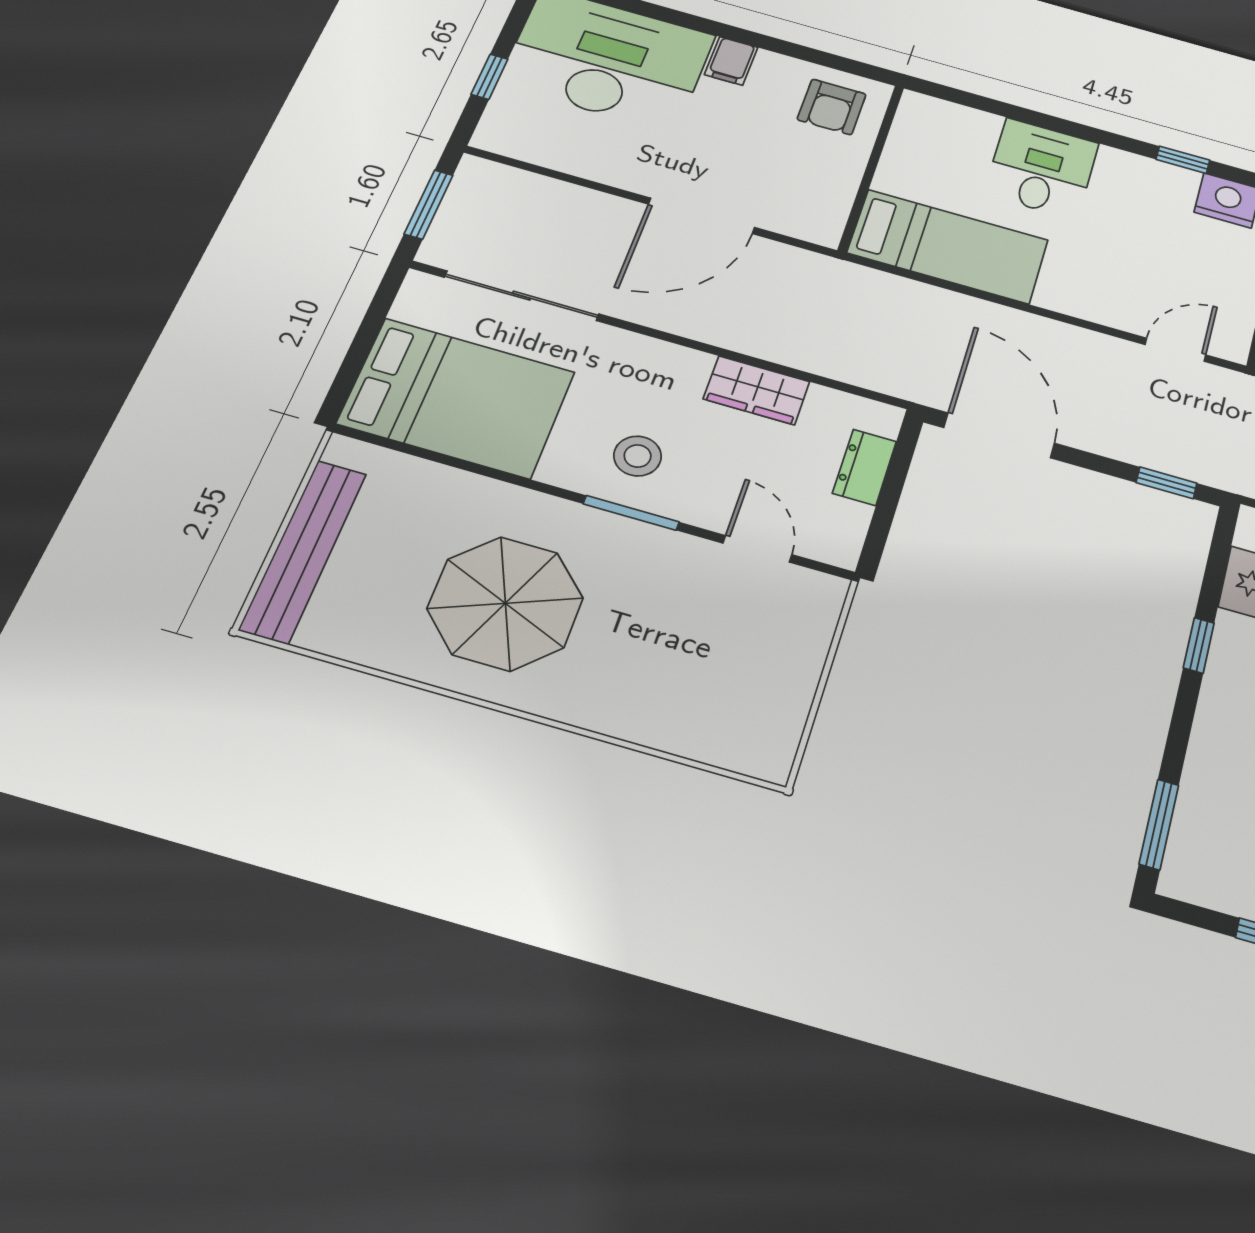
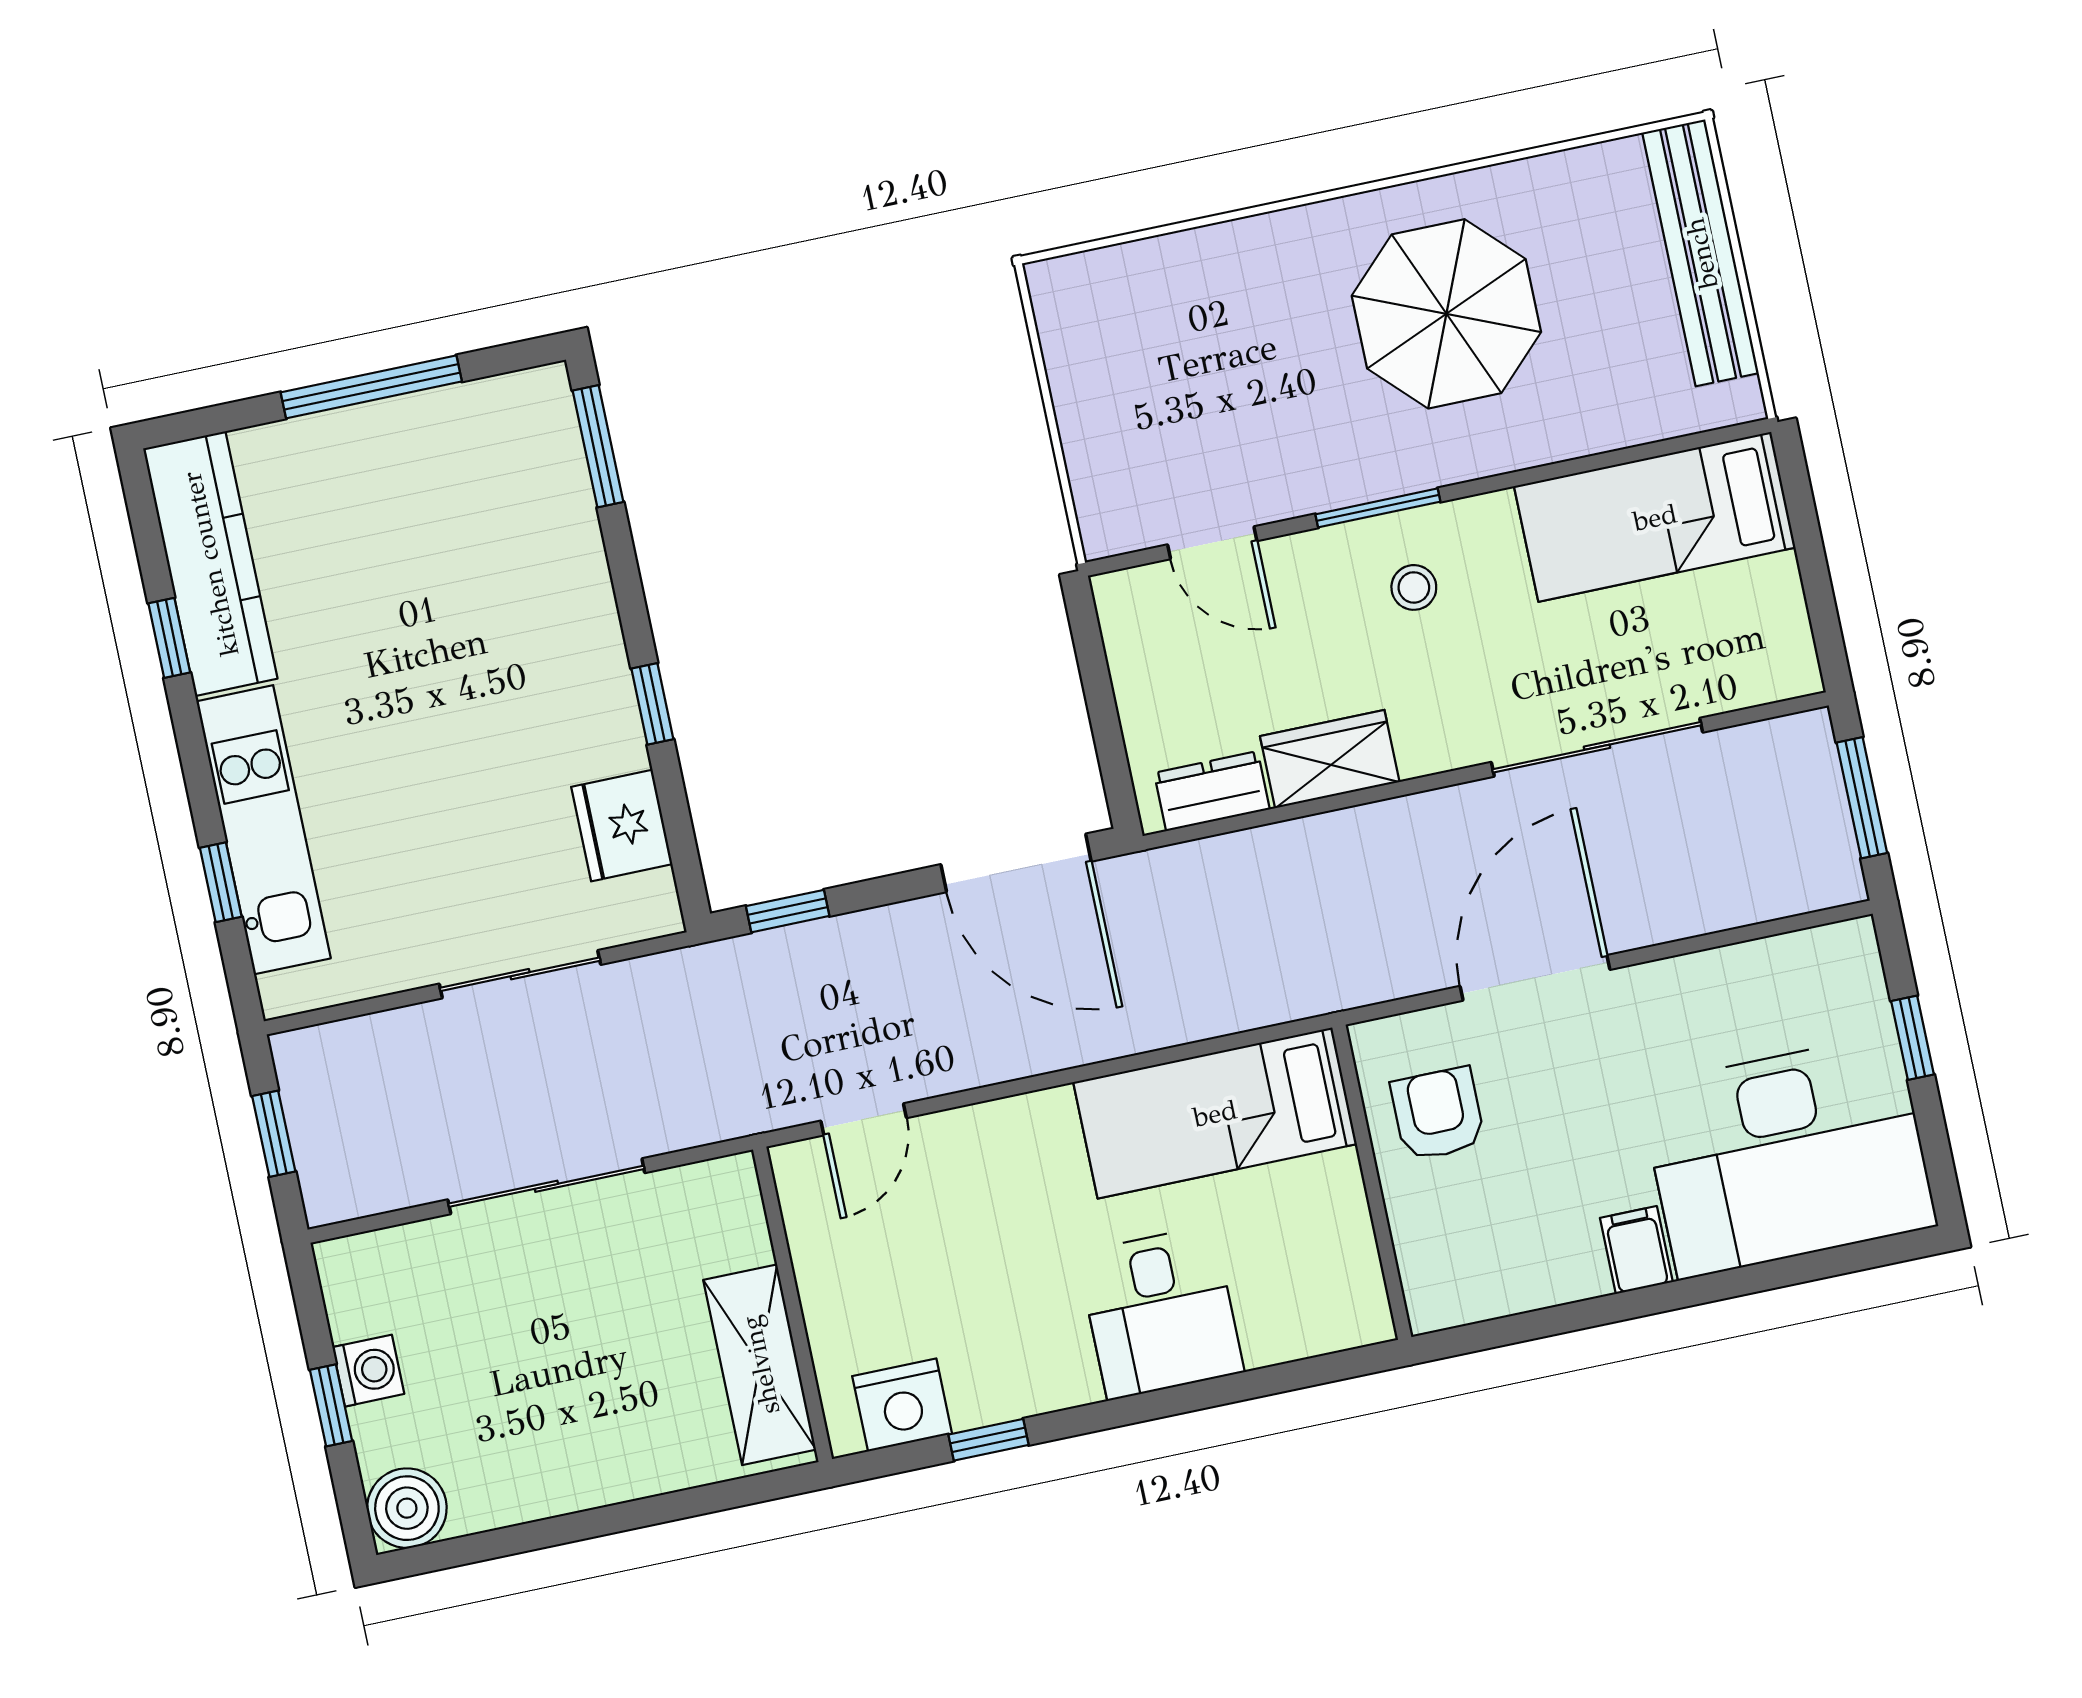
armchair: (832, 107) -> (1438, 1114), moved
sliding door: (522, 296) -> (1597, 747), moved
bed: (457, 398) -> (1655, 517), width x0.67
stool: (638, 456) -> (1414, 587), width x0.73, depth x0.73
dresser: (864, 467) -> (1212, 791), moved, turned -90

